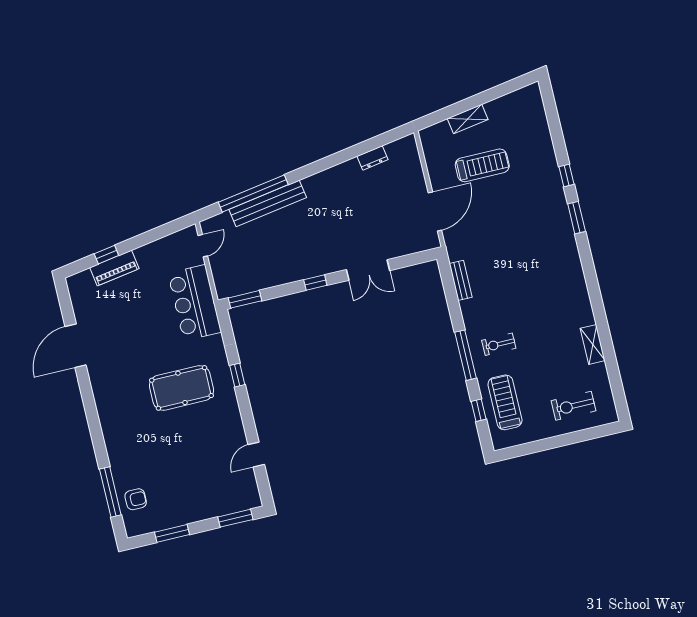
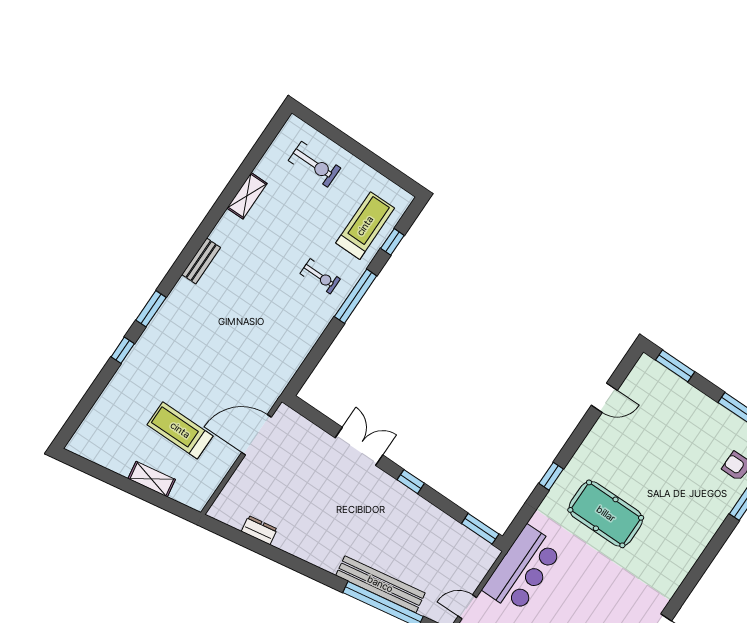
bench: (461, 280) -> (201, 261), moved
treadmill: (505, 402) -> (365, 226), turned 180

